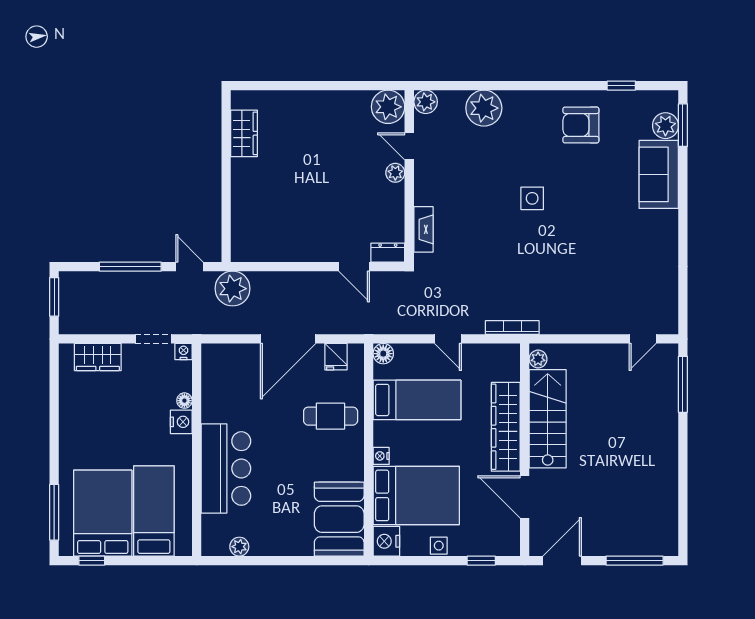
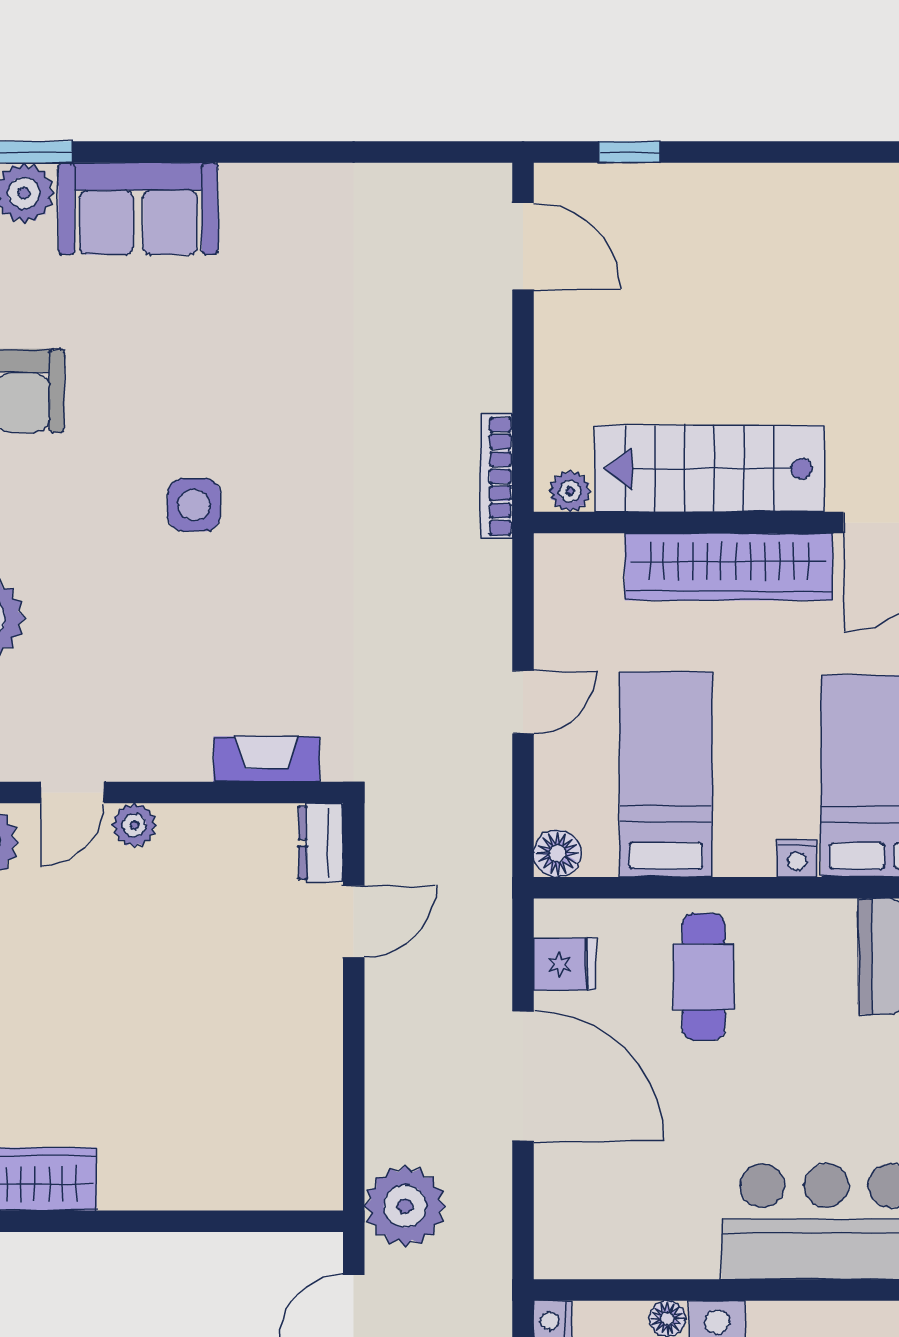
bookcase: (512, 328) -> (496, 476), moved
door: (643, 339) -> (523, 246), width x1.38
window: (683, 384) -> (629, 152), width x0.46

